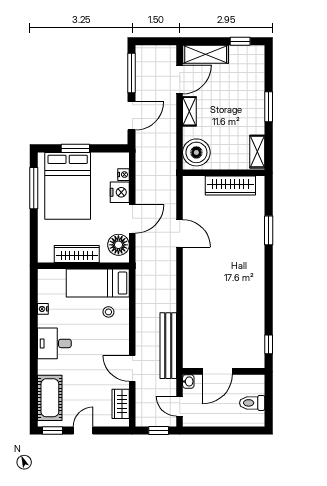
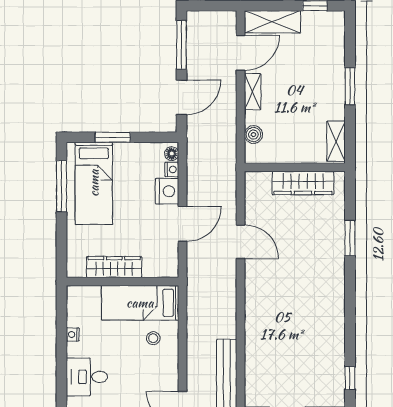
boiler: (196, 152) -> (253, 135), width x0.54, depth x0.54
bed: (68, 186) -> (94, 183), width x0.67
floor lamp: (118, 245) -> (172, 154), moved, width x0.53, depth x0.53

